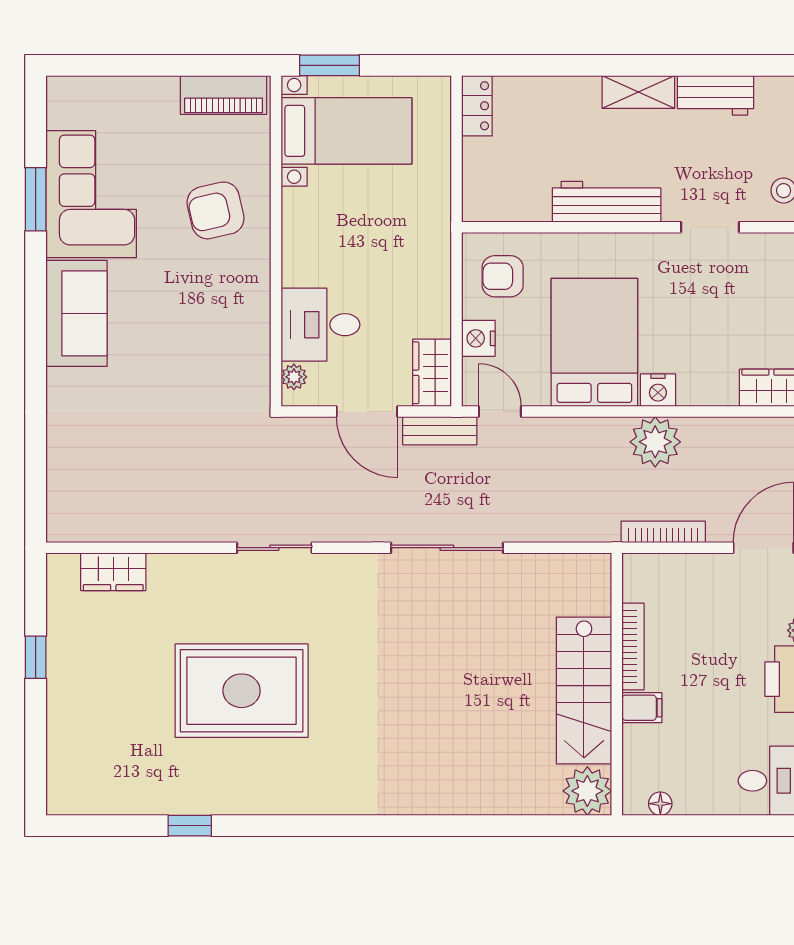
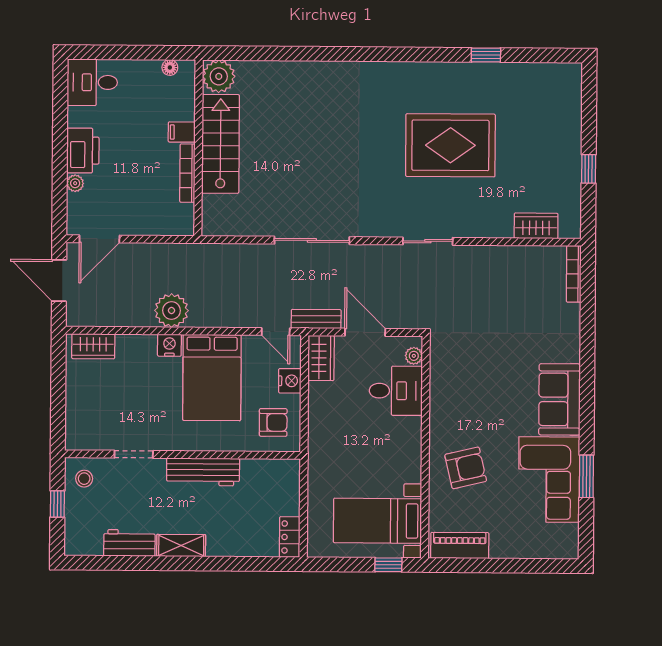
window: (330, 65) -> (388, 565), width x0.67
bookcase: (663, 532) -> (574, 274), moved, turned 90

